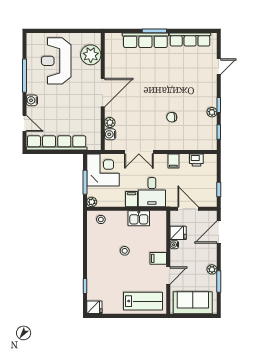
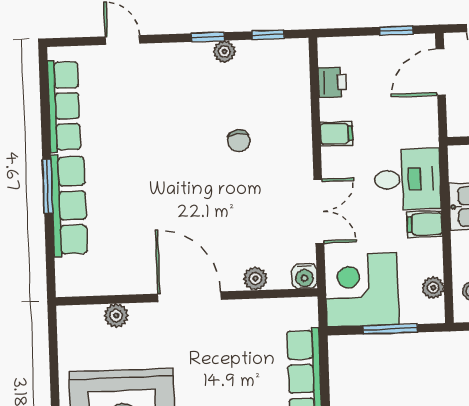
plant: (91, 55) -> (116, 315), width x0.53, depth x0.53
water cooler: (110, 134) -> (304, 276), moved
plant: (92, 202) -> (433, 288), moved
door: (188, 209) -> (441, 72), moved

